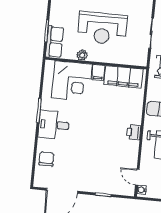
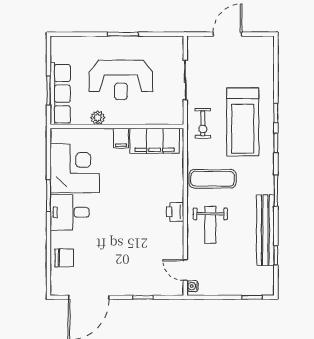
row of seats: (55, 42) -> (60, 94), width x1.48
corner desk: (72, 81) -> (75, 168), moved, turned -90
chair: (46, 159) -> (64, 258), turned 90

